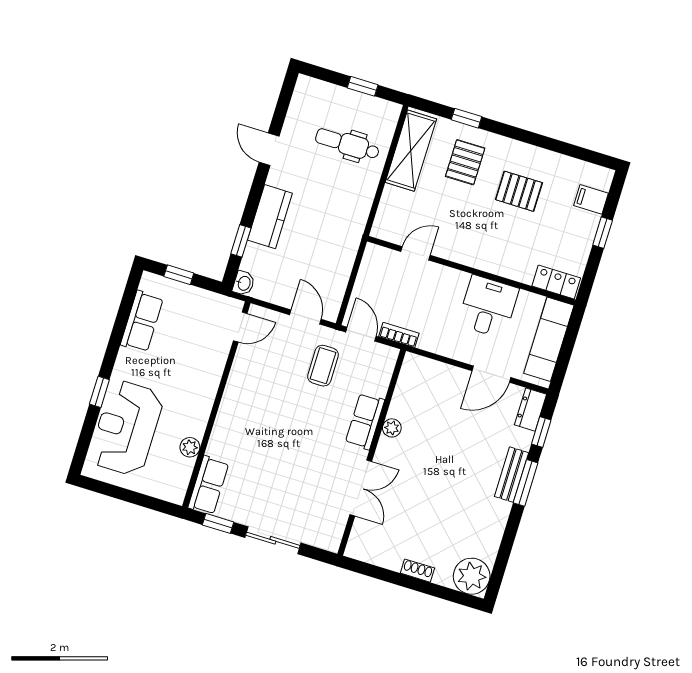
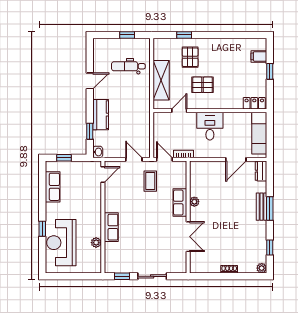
door: (269, 149) -> (90, 81), swing flipped
shelving: (411, 151) -> (161, 80), moved
pallet: (519, 191) -> (203, 85), moved
desk: (488, 307) -> (210, 126), moved
window: (541, 432) -> (270, 247), moved
row of seats: (208, 485) -> (111, 227), moved
plant: (472, 576) -> (262, 268), width x0.53, depth x0.53

